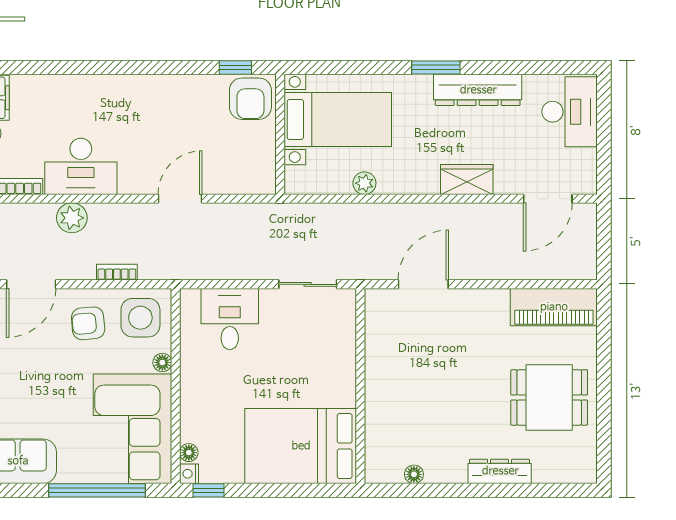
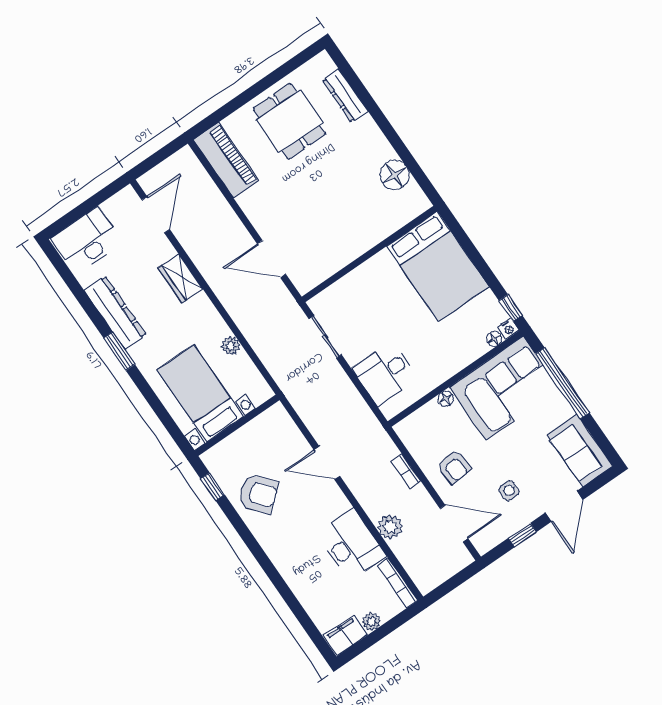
armchair: (250, 99) -> (258, 494), moved, turned 50
door: (548, 199) -> (156, 215), hinge flipped
side table: (140, 318) -> (509, 490), moved, width x0.54, depth x0.54
dresser: (500, 471) -> (345, 96), moved
floor lamp: (414, 474) -> (395, 175), width x1.89, depth x1.89

